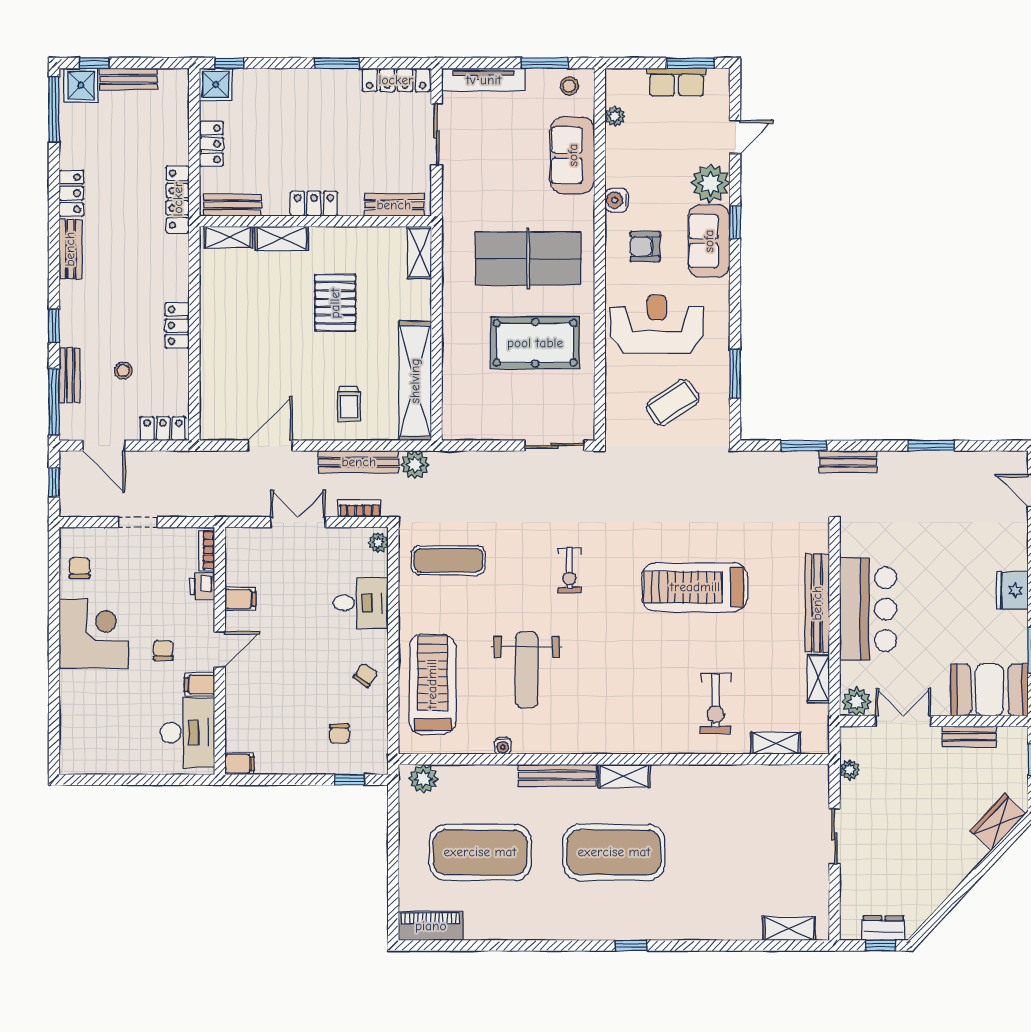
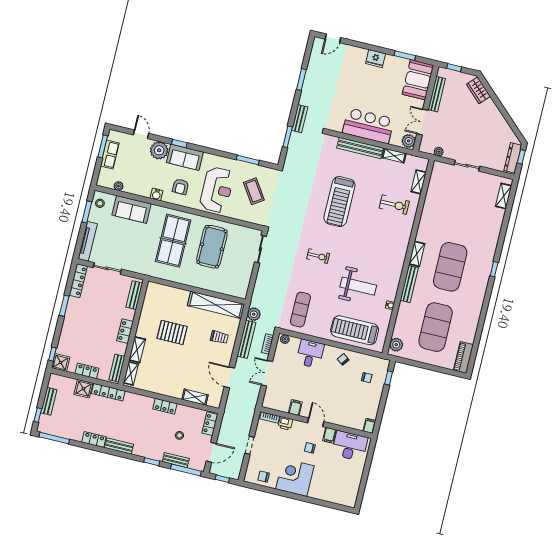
shower: (81, 85) -> (83, 389), moved
shelving: (420, 253) -> (195, 397), moved
reception desk: (657, 324) -> (217, 190), turned 180
bench: (969, 737) -> (437, 94), width x1.36
dresser: (883, 928) -> (513, 158), width x1.44

